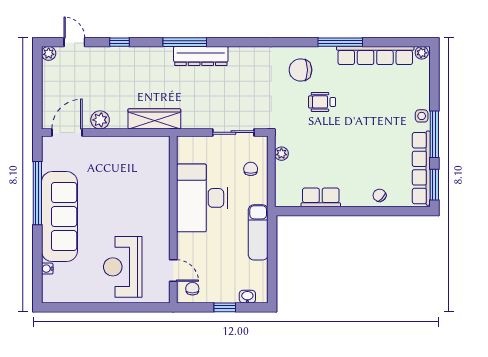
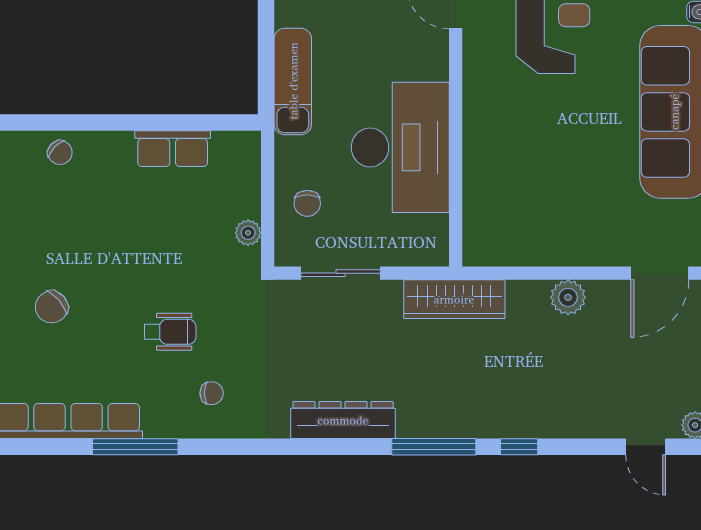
window: (119, 42) -> (519, 447), moved
dresser: (201, 56) -> (343, 420), moved
chair: (301, 70) -> (212, 393), width x0.54, depth x0.54
chair: (384, 115) -> (52, 307), added
wardrobe: (154, 119) -> (454, 299), moved
plant: (100, 120) -> (568, 297), moved

